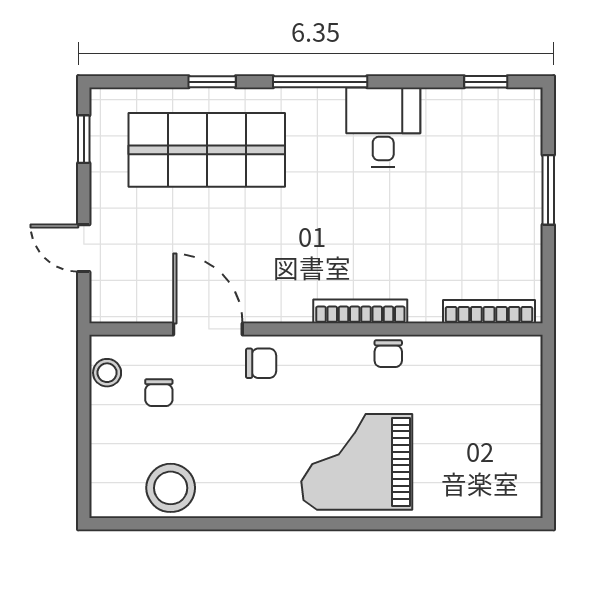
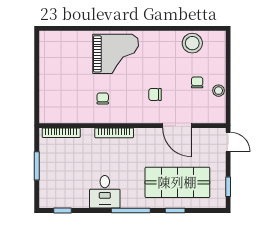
bookcase: (360, 311) -> (114, 133), moved
bookcase: (489, 312) -> (61, 133), moved
door: (208, 329) -> (177, 126), moved
wall: (316, 329) -> (132, 126), moved

